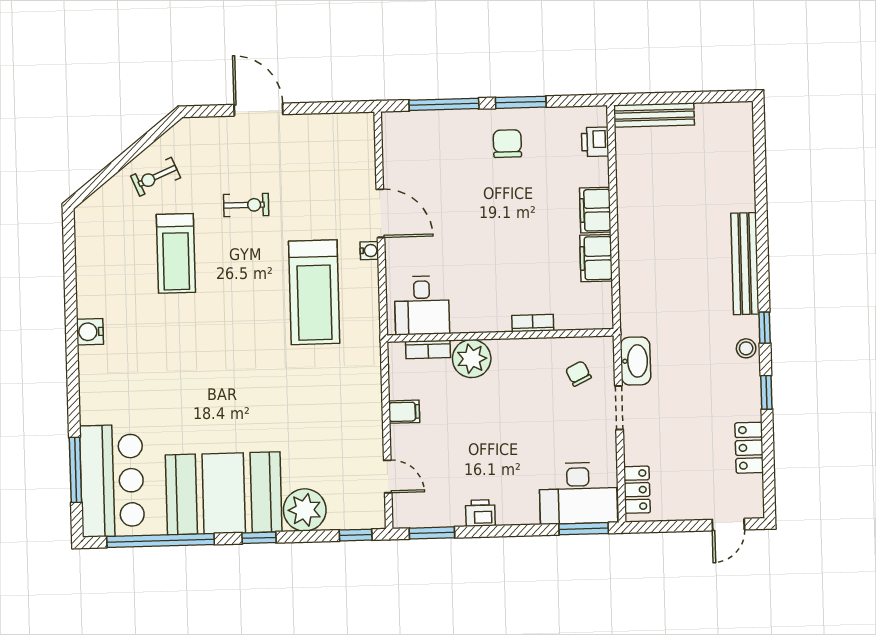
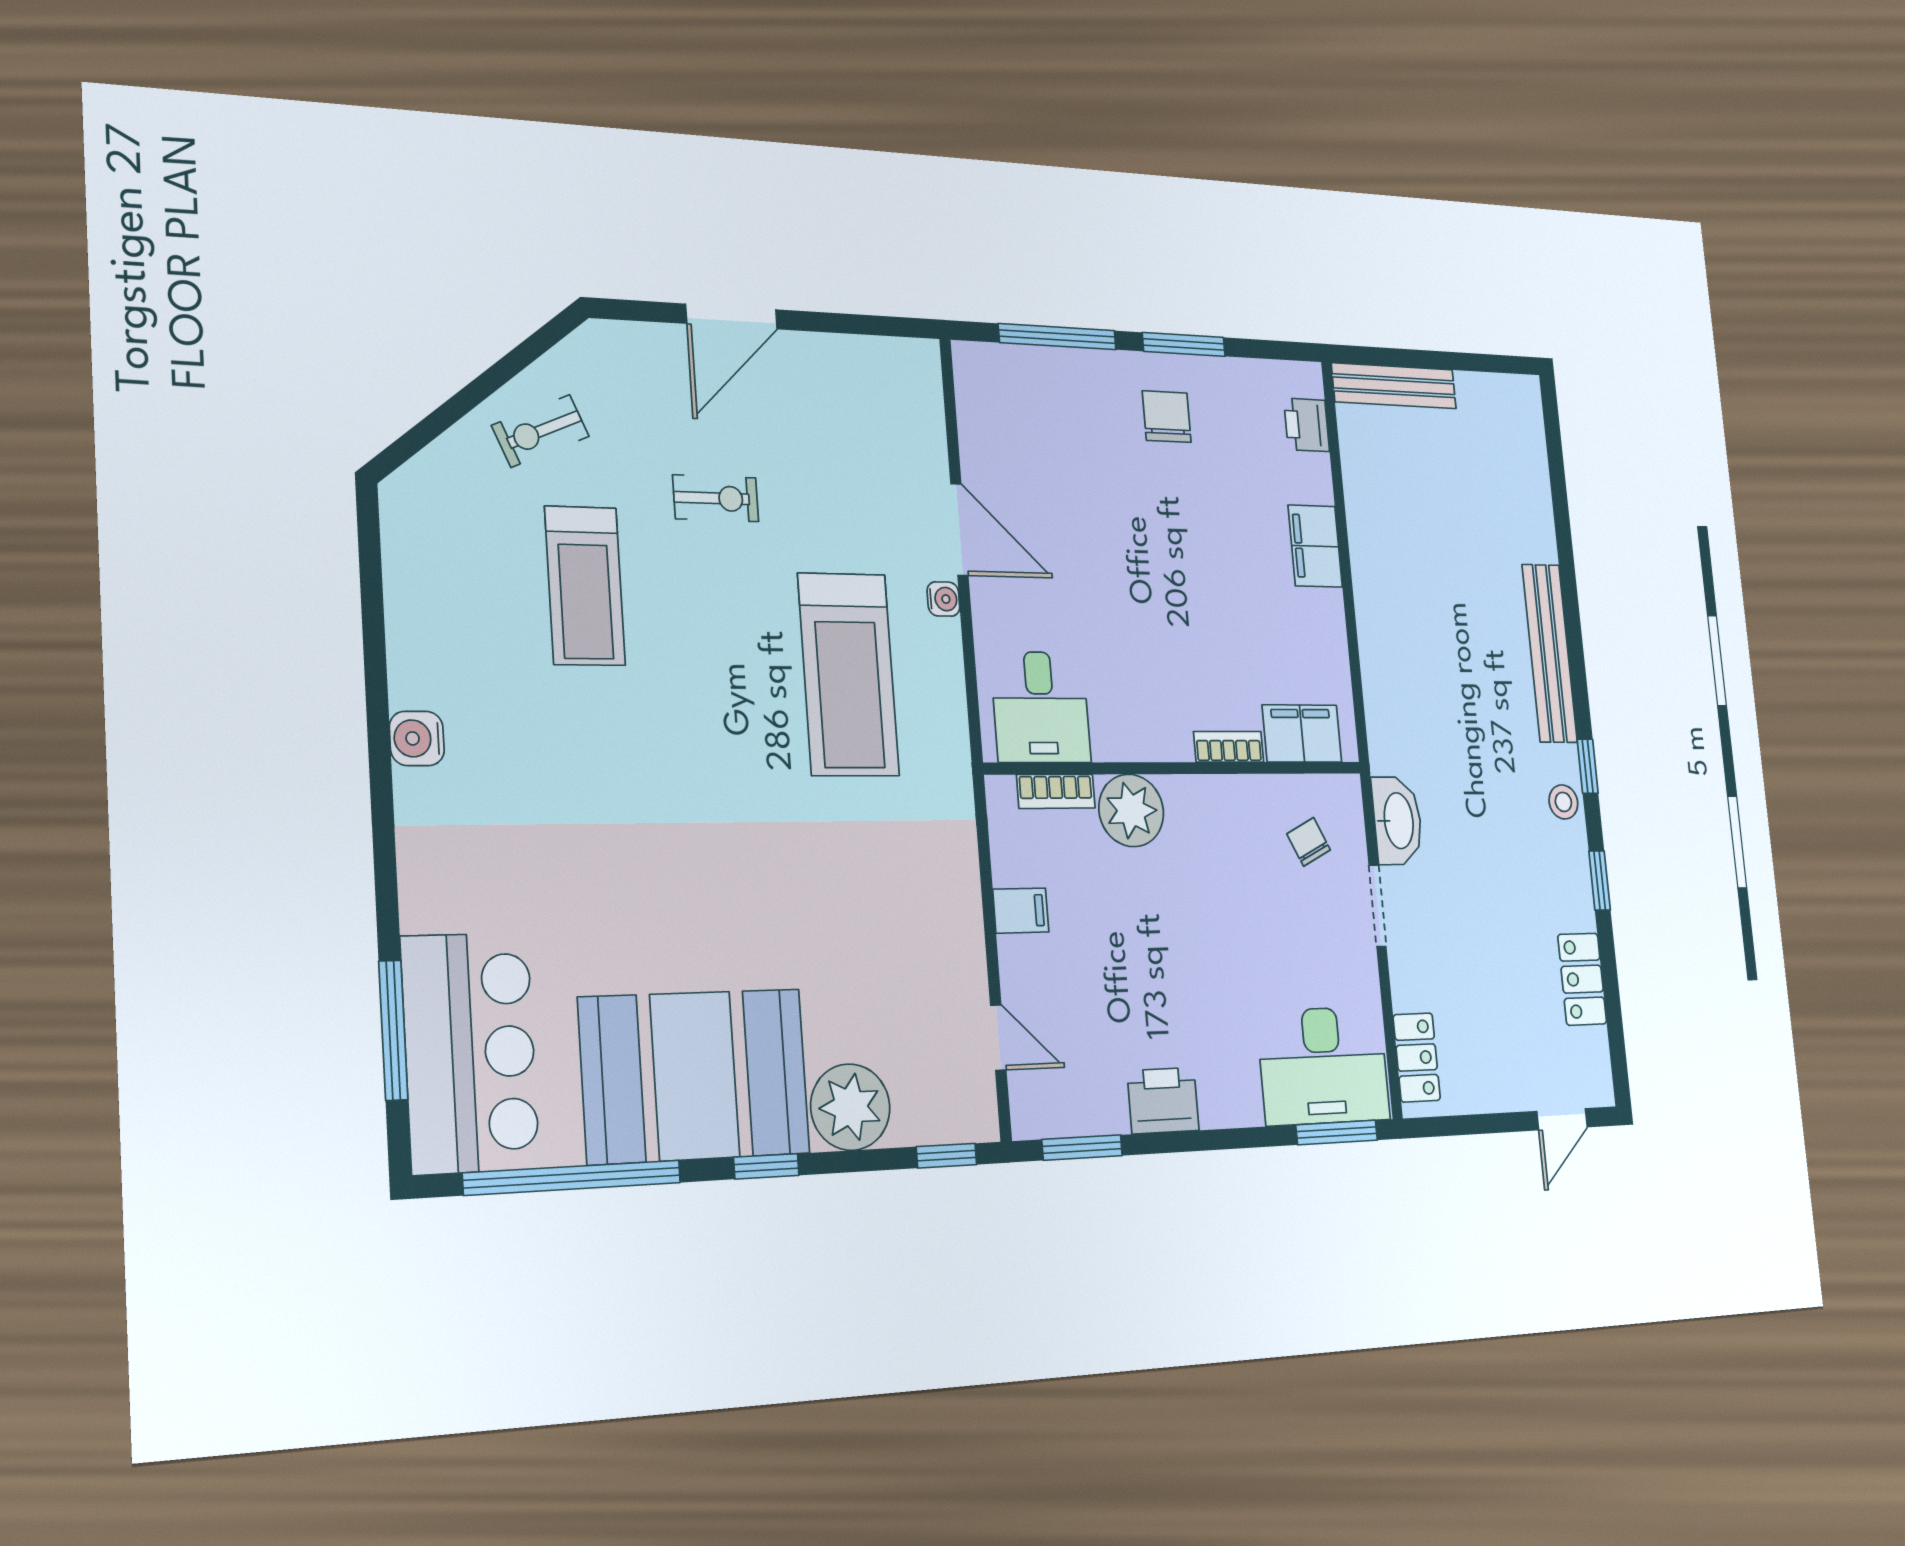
door: (258, 110) -> (732, 317), swing flipped
filing cabinet: (596, 258) -> (1302, 733), moved, turned 90
printer: (480, 513) -> (1163, 1101), width x1.36, depth x1.24

